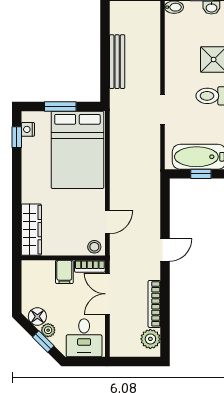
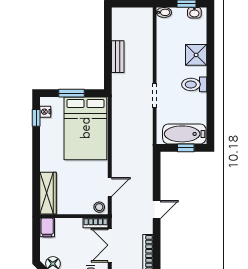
bench: (117, 62) -> (118, 57), width x0.73
filing cabinet: (64, 272) -> (47, 227), moved

